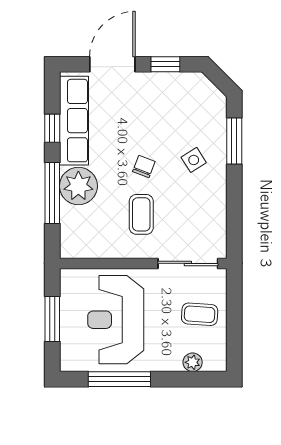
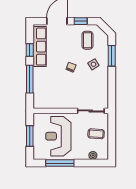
plant: (78, 186) -> (42, 76), removed
coffee table: (141, 214) -> (87, 40), moved

